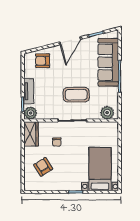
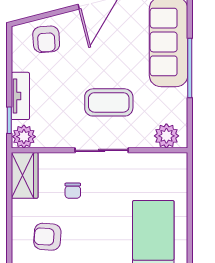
armchair: (43, 61) -> (46, 39), turned -94
armchair: (43, 167) -> (47, 237), turned -54

